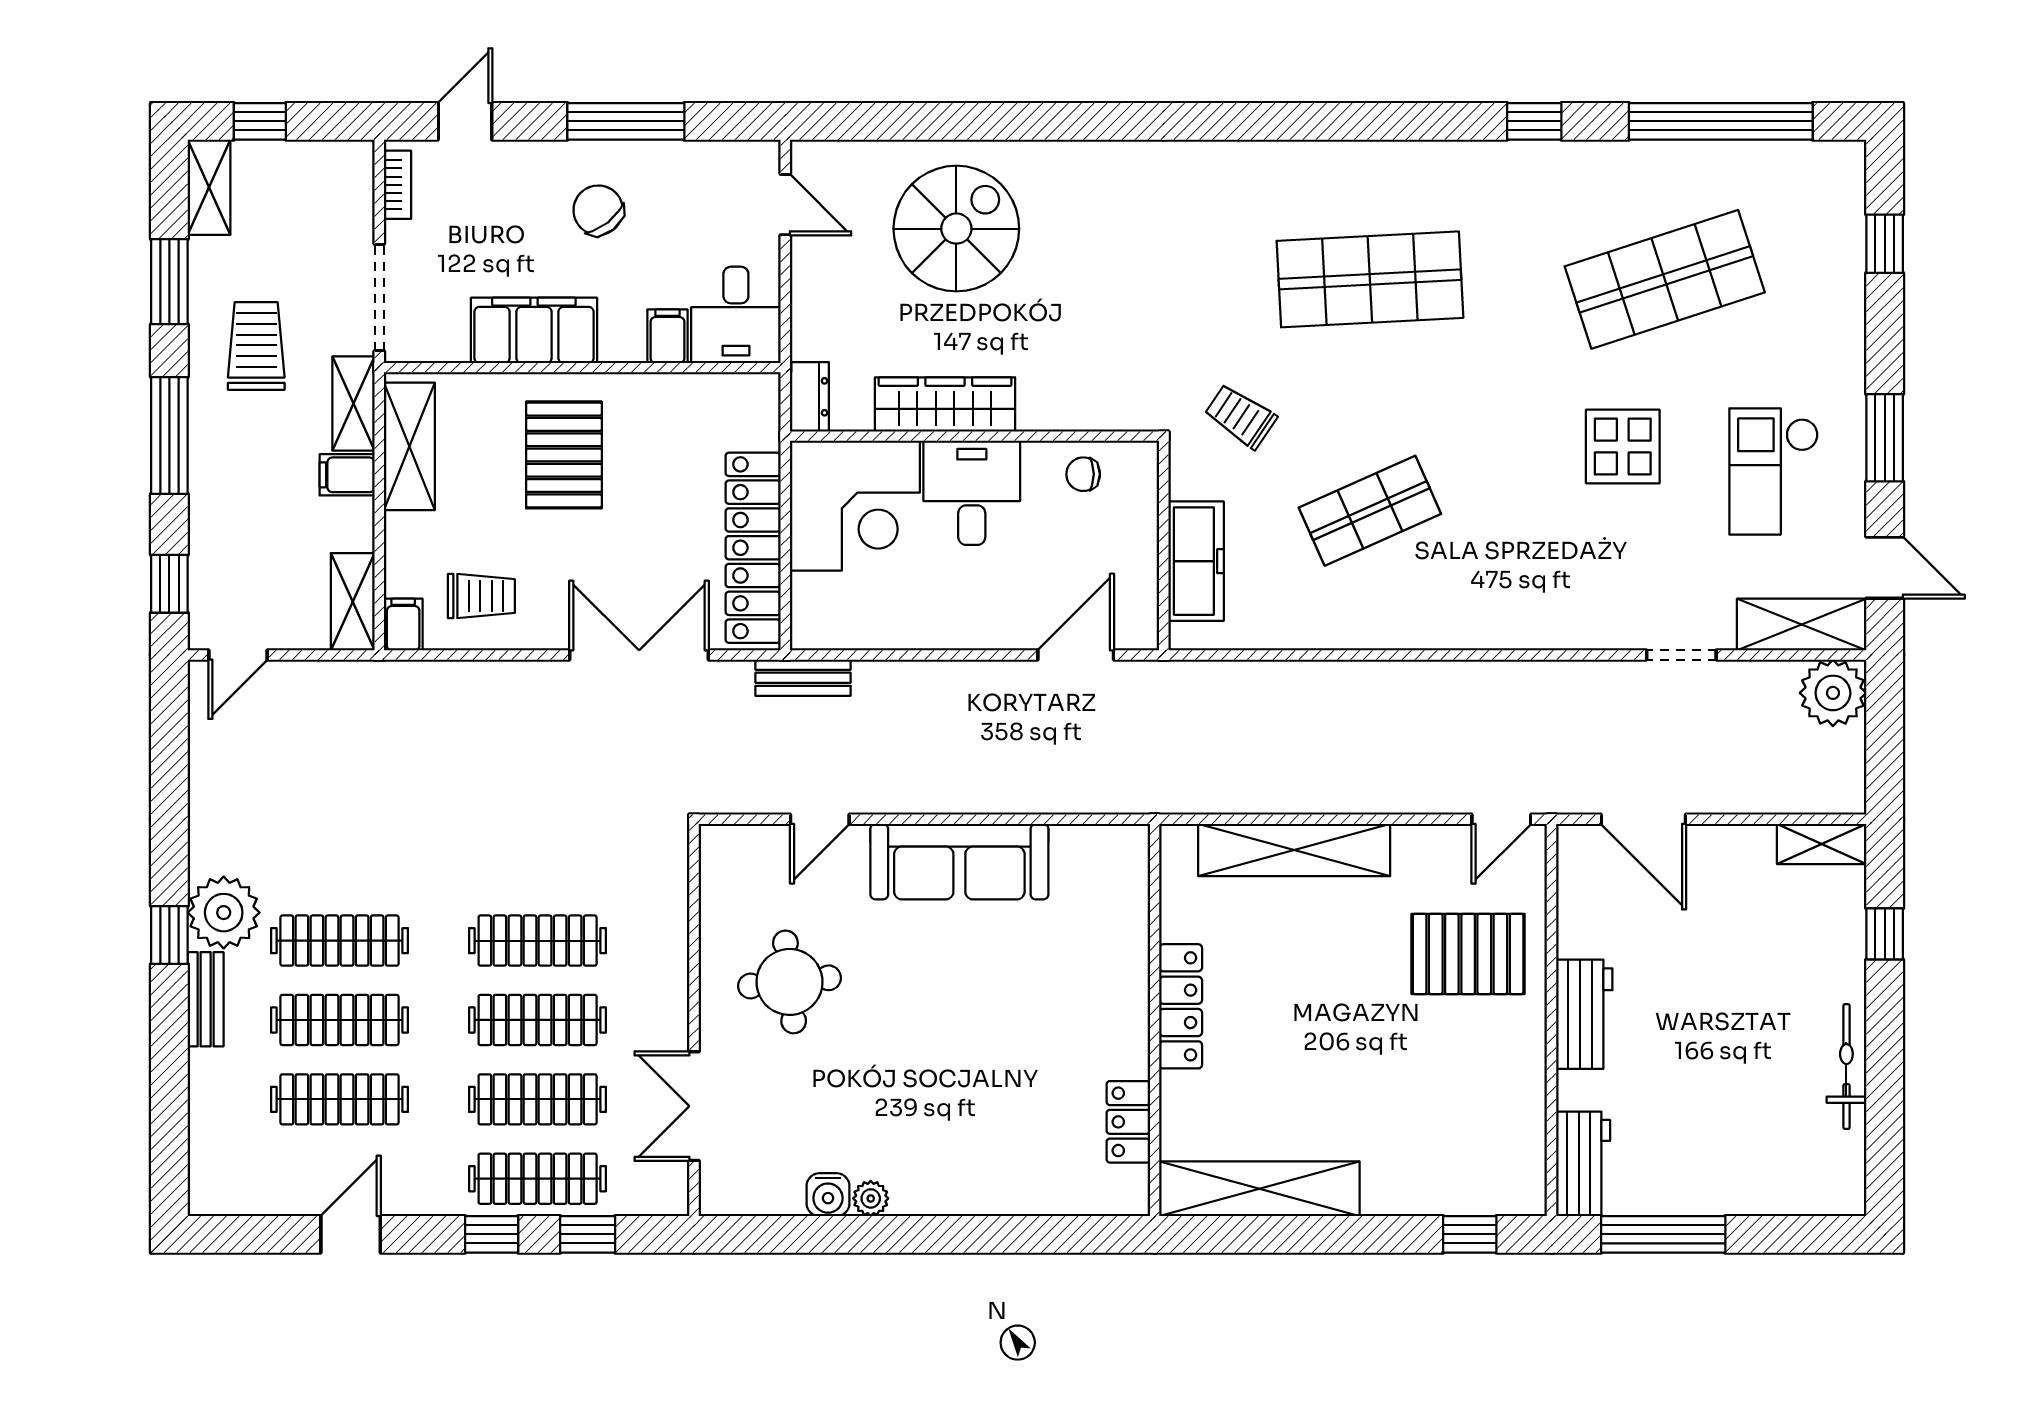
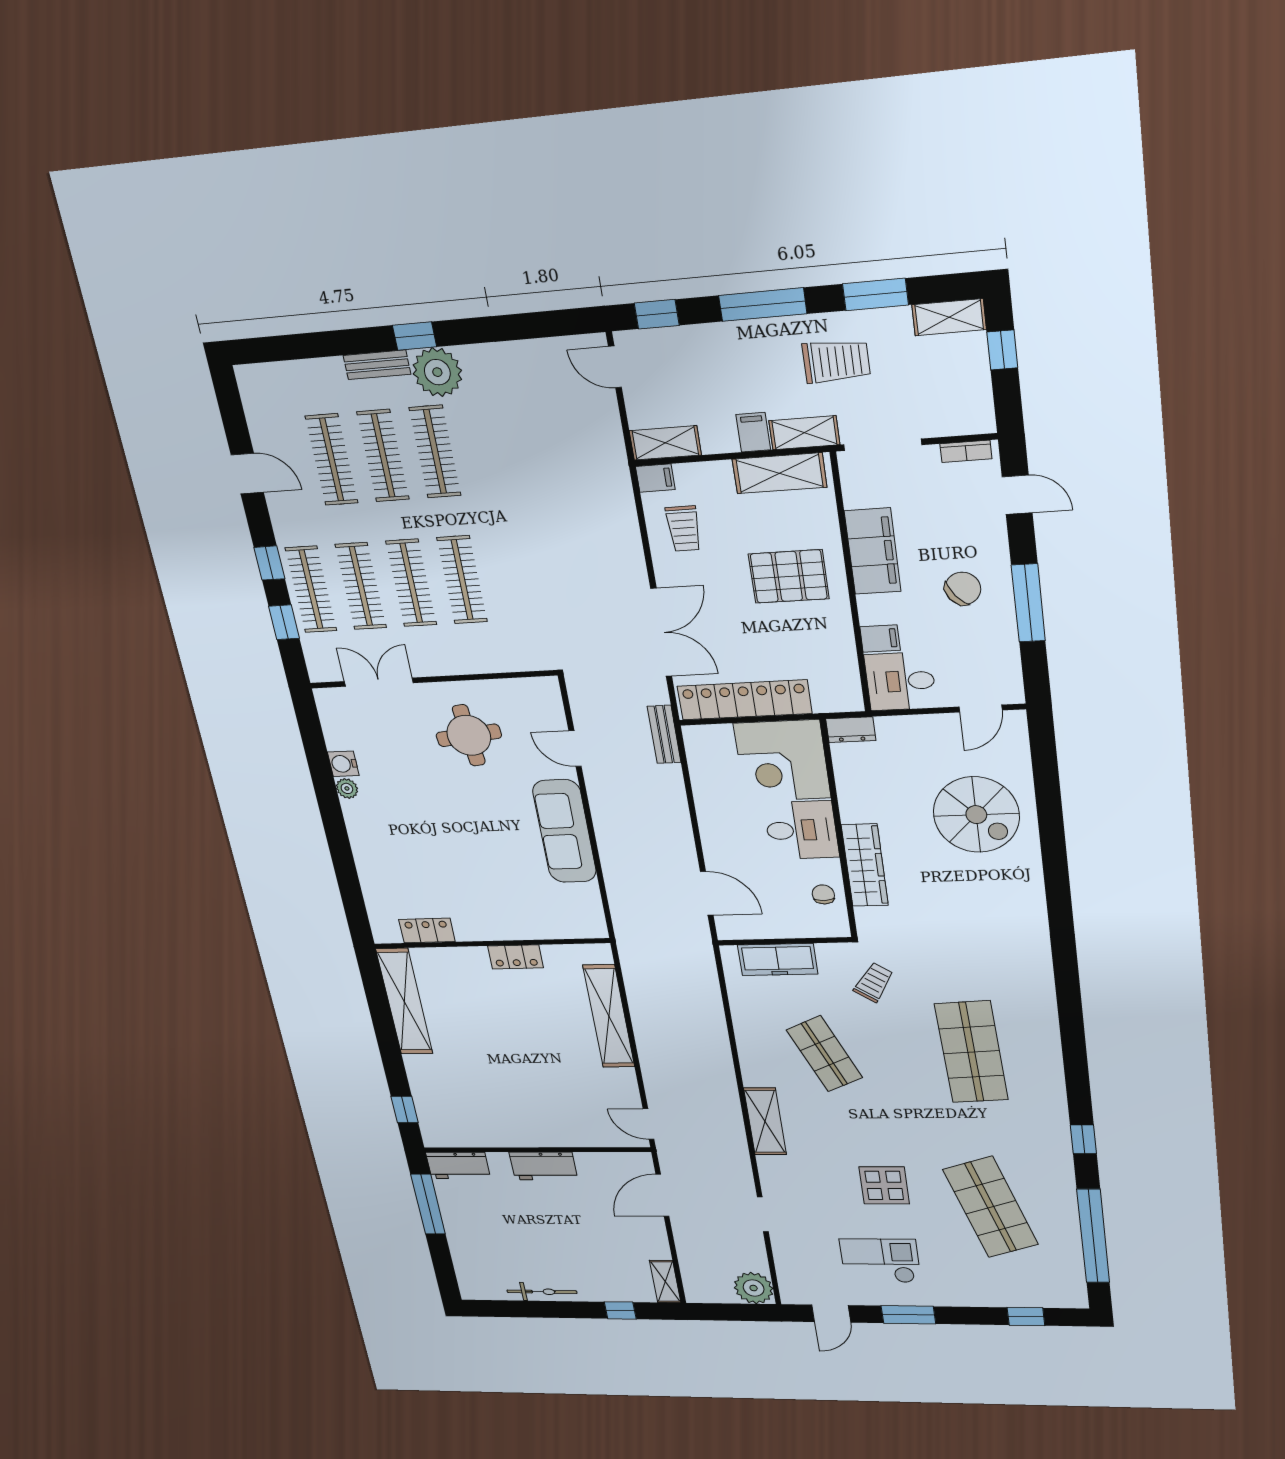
wardrobe: (945, 404) -> (865, 865), moved
shelving: (1802, 625) -> (765, 1121), moved
pallet: (1468, 954) -> (566, 1108), removed
locker: (1181, 1006) -> (515, 957), width x0.66

